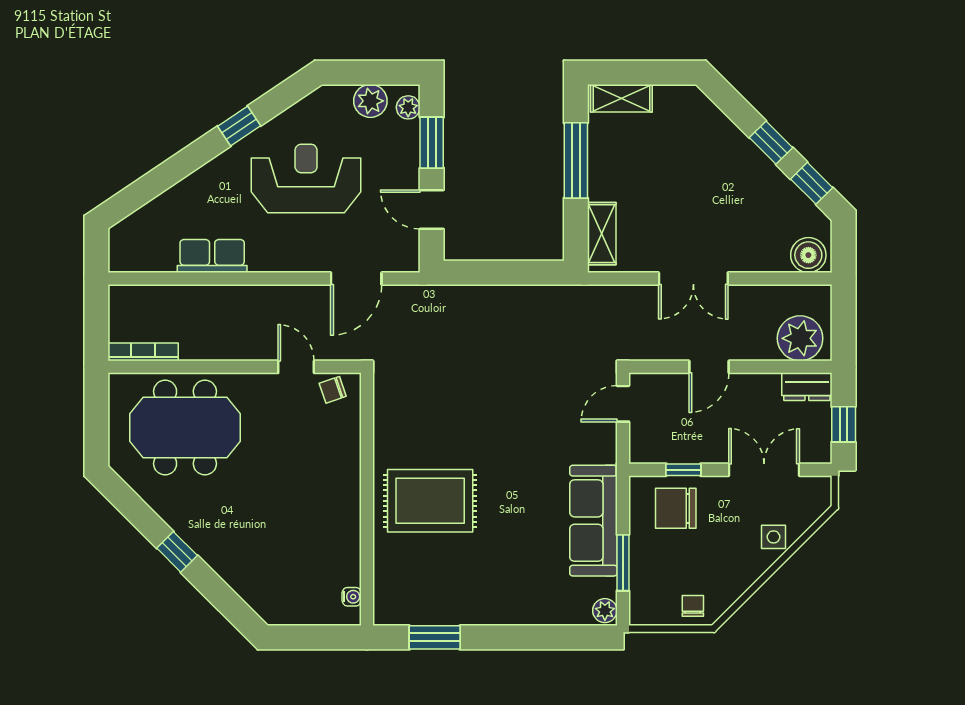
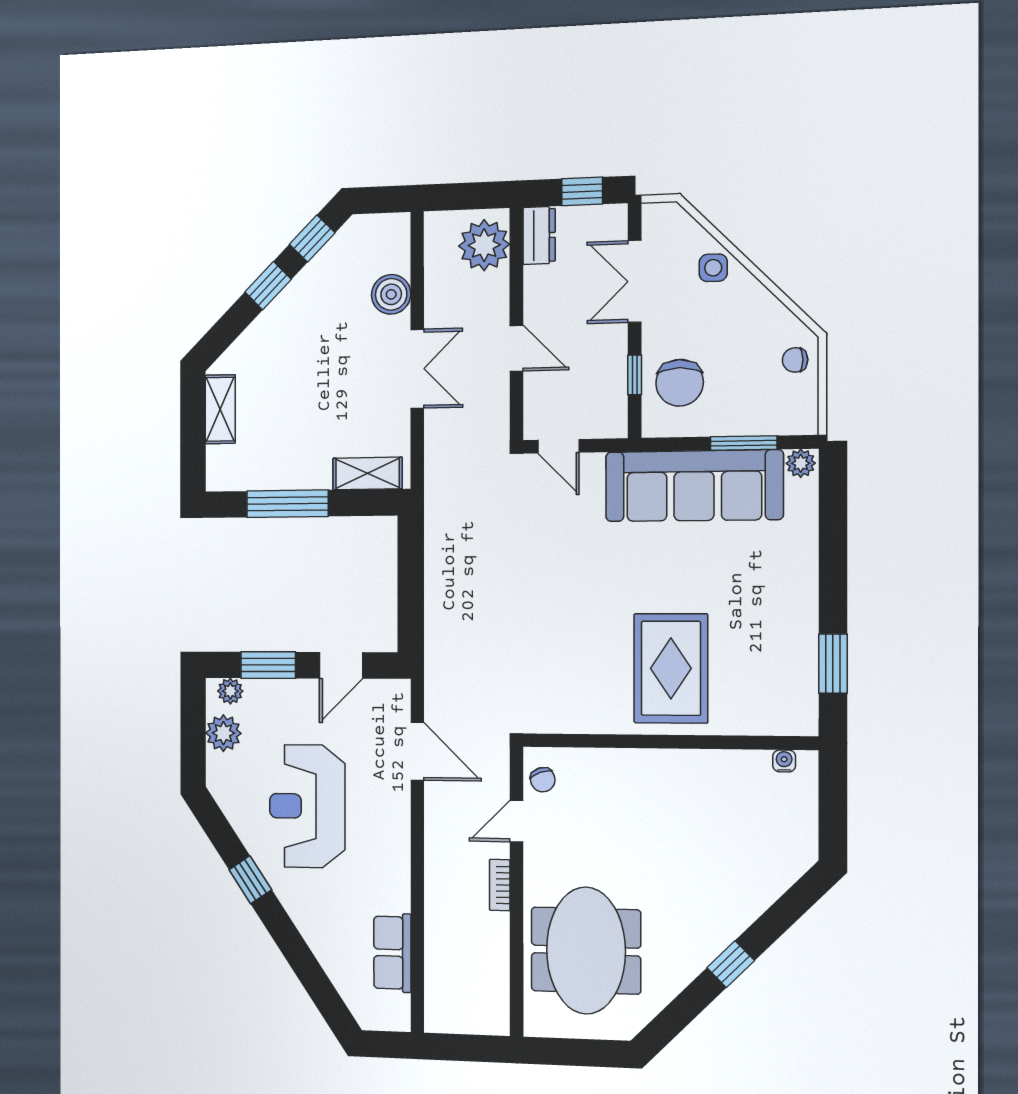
shelving: (621, 98) -> (220, 409), moved
boiler: (808, 255) -> (391, 294), moved
row of seats: (212, 256) -> (392, 953), moved
bookcase: (143, 352) -> (500, 885), moved, width x0.64
sofa: (593, 521) -> (694, 486), width x1.36, depth x1.27

